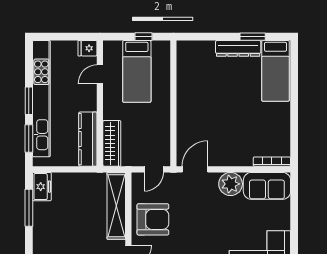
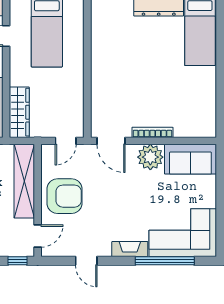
bookcase: (272, 162) -> (152, 132), moved
door: (195, 169) -> (111, 141), swing flipped

